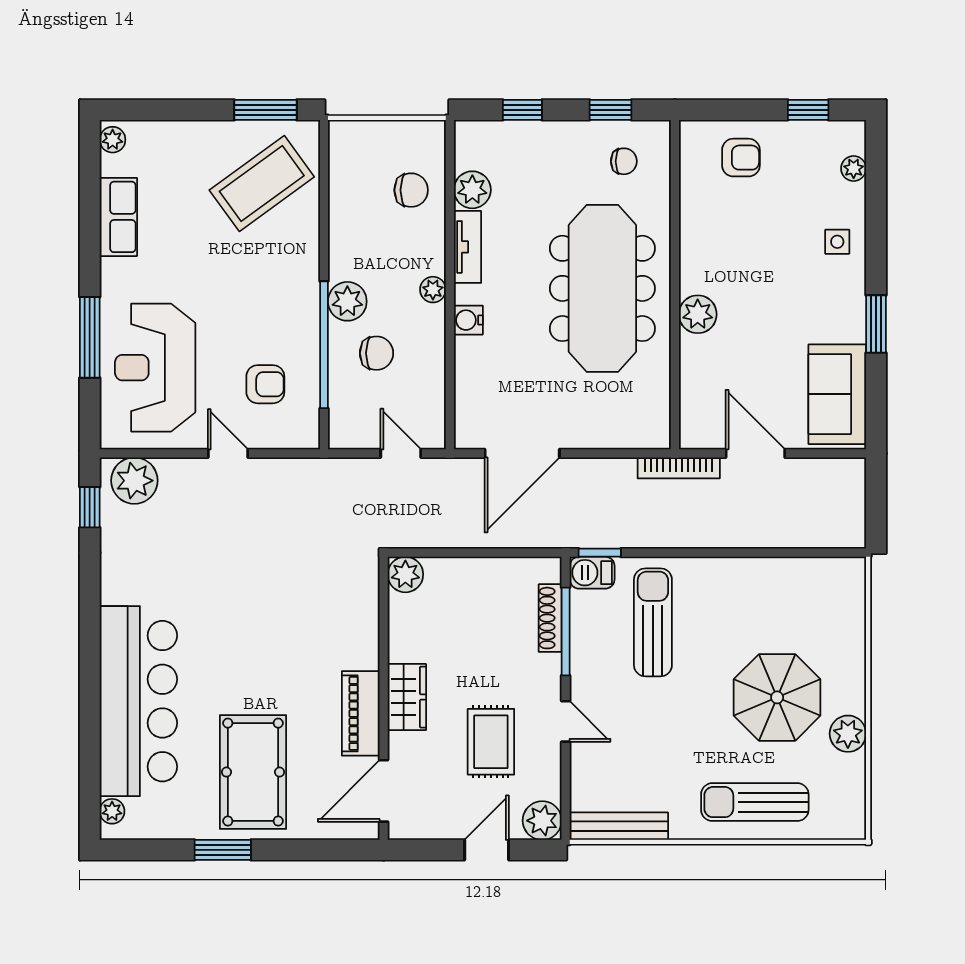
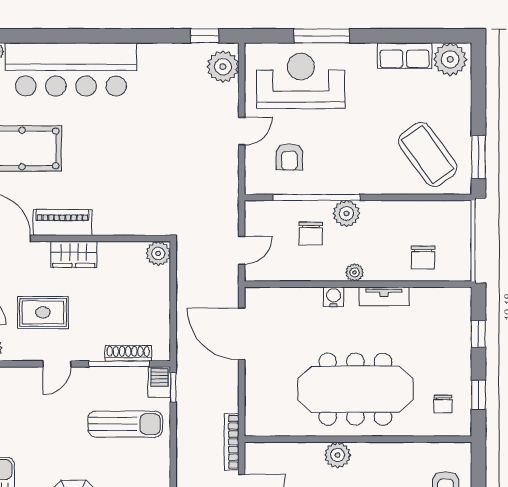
plant: (113, 140) -> (450, 59), width x1.88, depth x1.88
plant: (472, 190) -> (423, 300), removed

